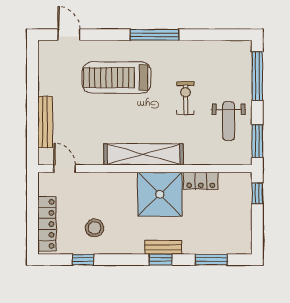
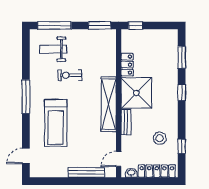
weight bench: (229, 121) -> (53, 49), moved, turned 180
washbasin: (44, 187) -> (131, 173), added
bench: (163, 247) -> (126, 122), moved

